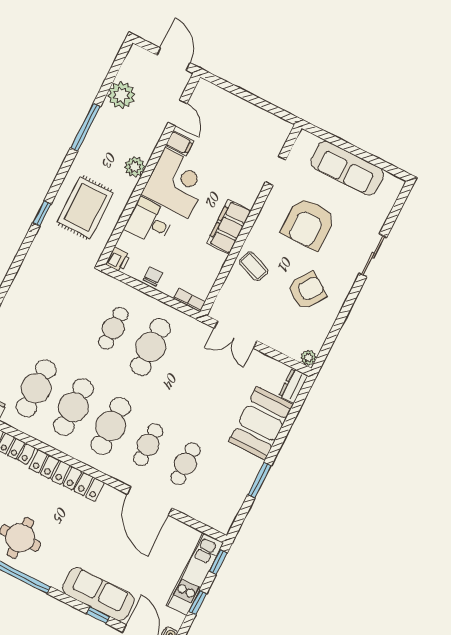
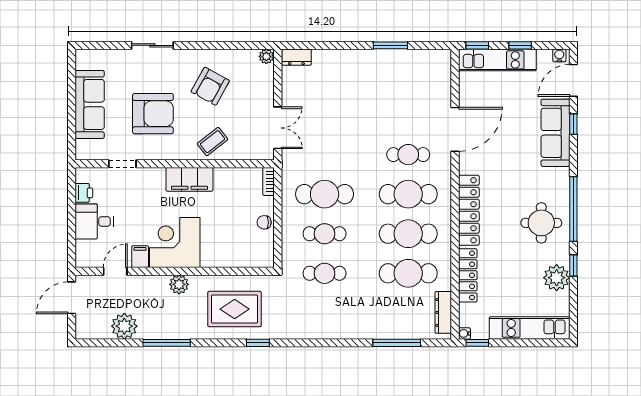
desk: (150, 222) -> (94, 221), moved, turned 90
printer: (118, 260) -> (84, 193), moved, turned 90
coffee table: (254, 266) -> (213, 142), turned 31
armchair: (307, 291) -> (210, 86), turned -96
booth: (261, 423) -> (342, 69), removed
cafe table: (185, 464) -> (325, 273), moved

